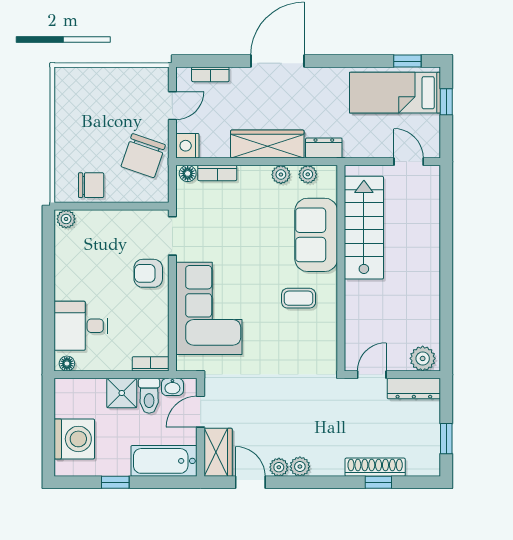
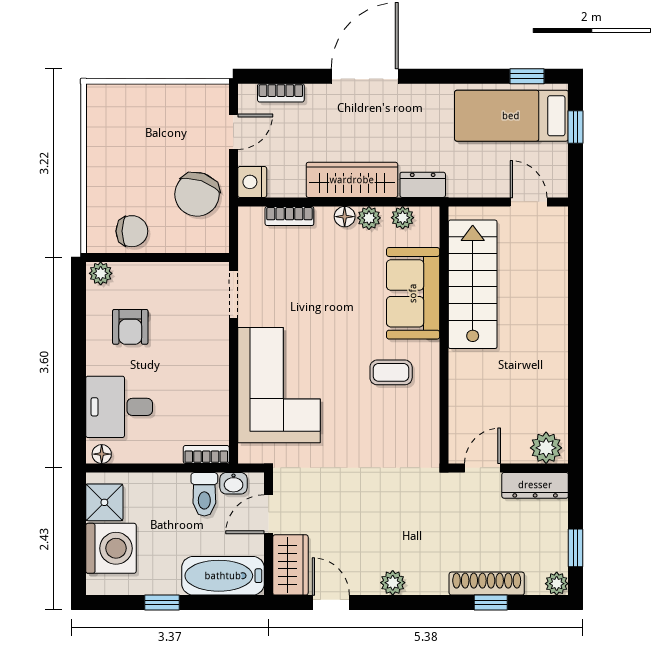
floor lamp: (188, 173) -> (345, 217), moved
armchair: (148, 273) -> (130, 327), moved, turned -90
shower: (122, 393) -> (104, 502), moved
plant: (279, 467) -> (557, 584), moved

